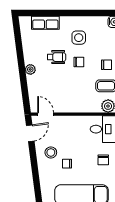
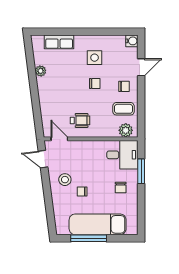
wheelchair: (57, 57) -> (80, 120), moved
plant: (30, 69) -> (40, 71), moved
door: (30, 133) -> (43, 159), swing flipped

